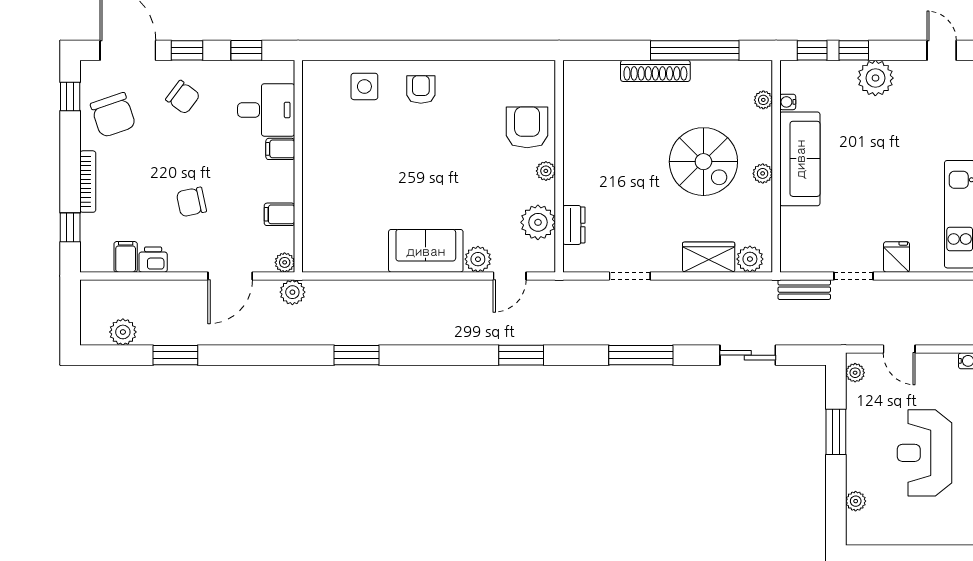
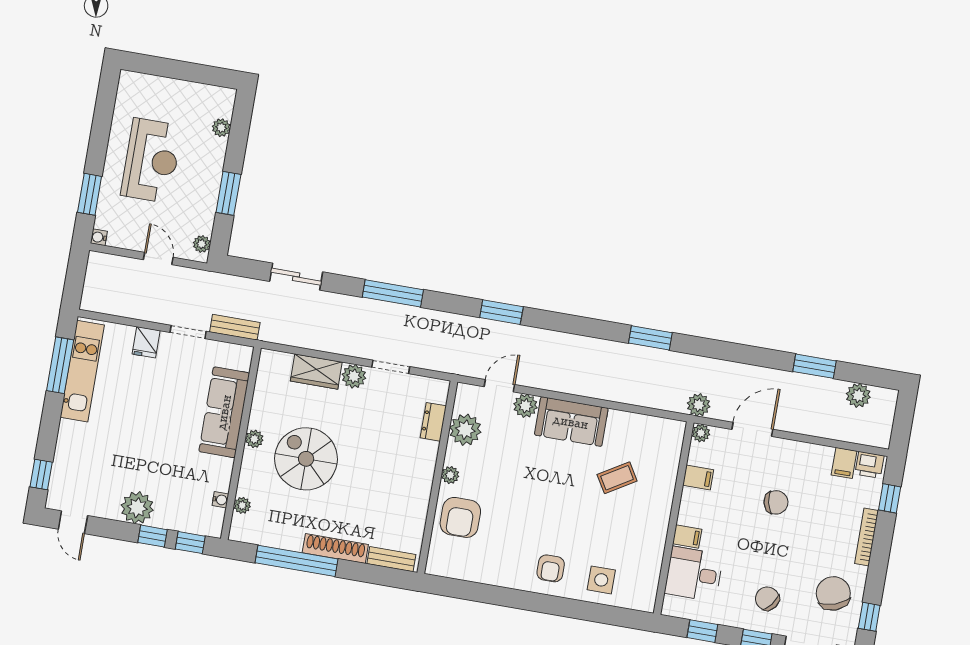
bench: (593, 70) -> (391, 559), added
sofa: (800, 159) -> (224, 412), moved
coffee table: (366, 199) -> (617, 478), added
plant: (750, 259) -> (354, 376), moved
printer: (153, 260) -> (869, 465), moved

